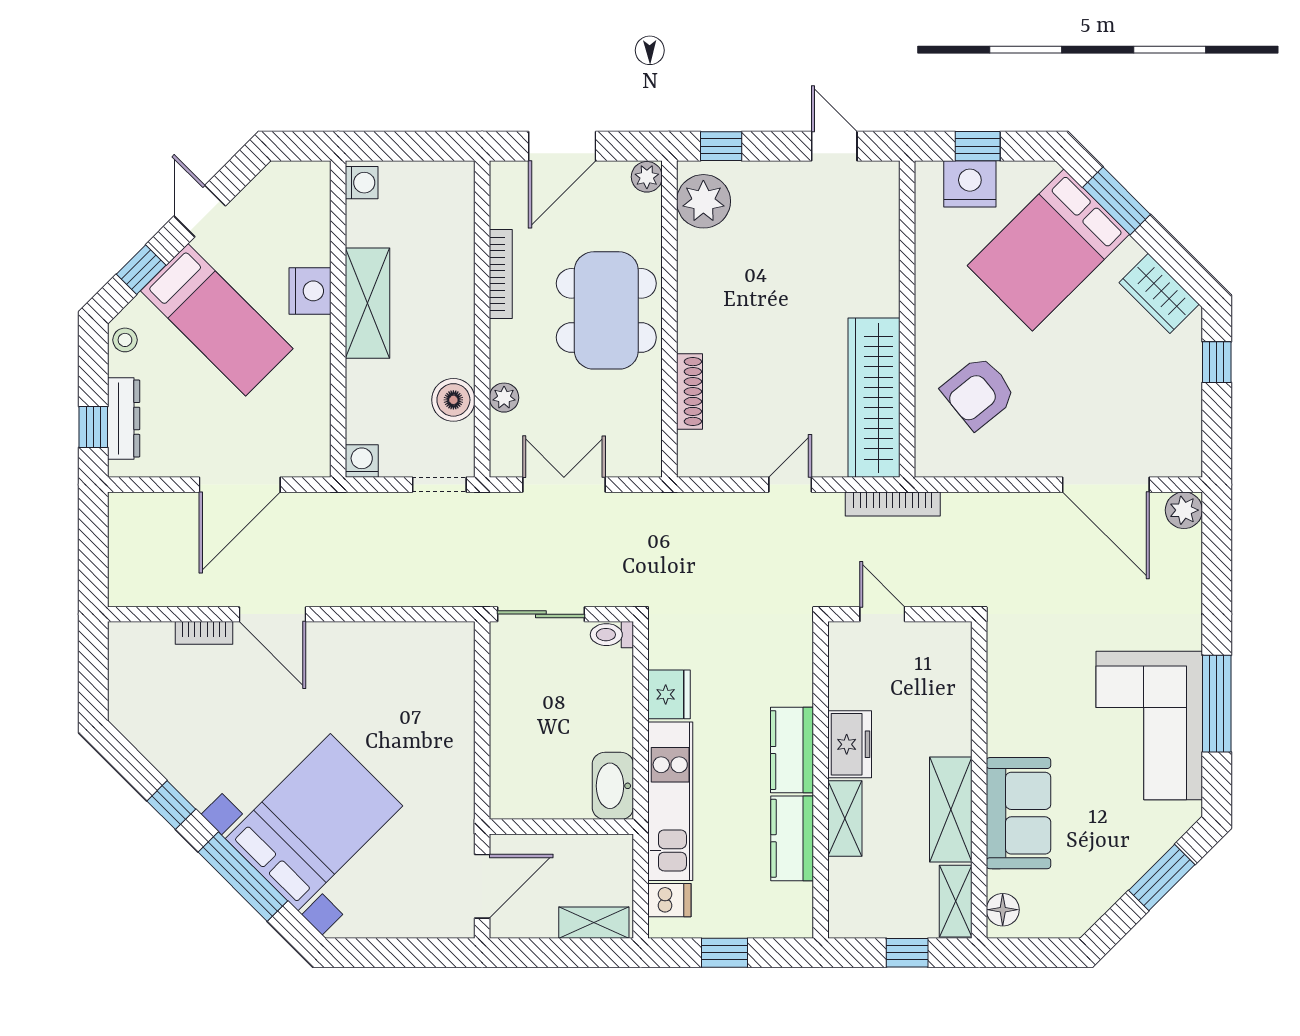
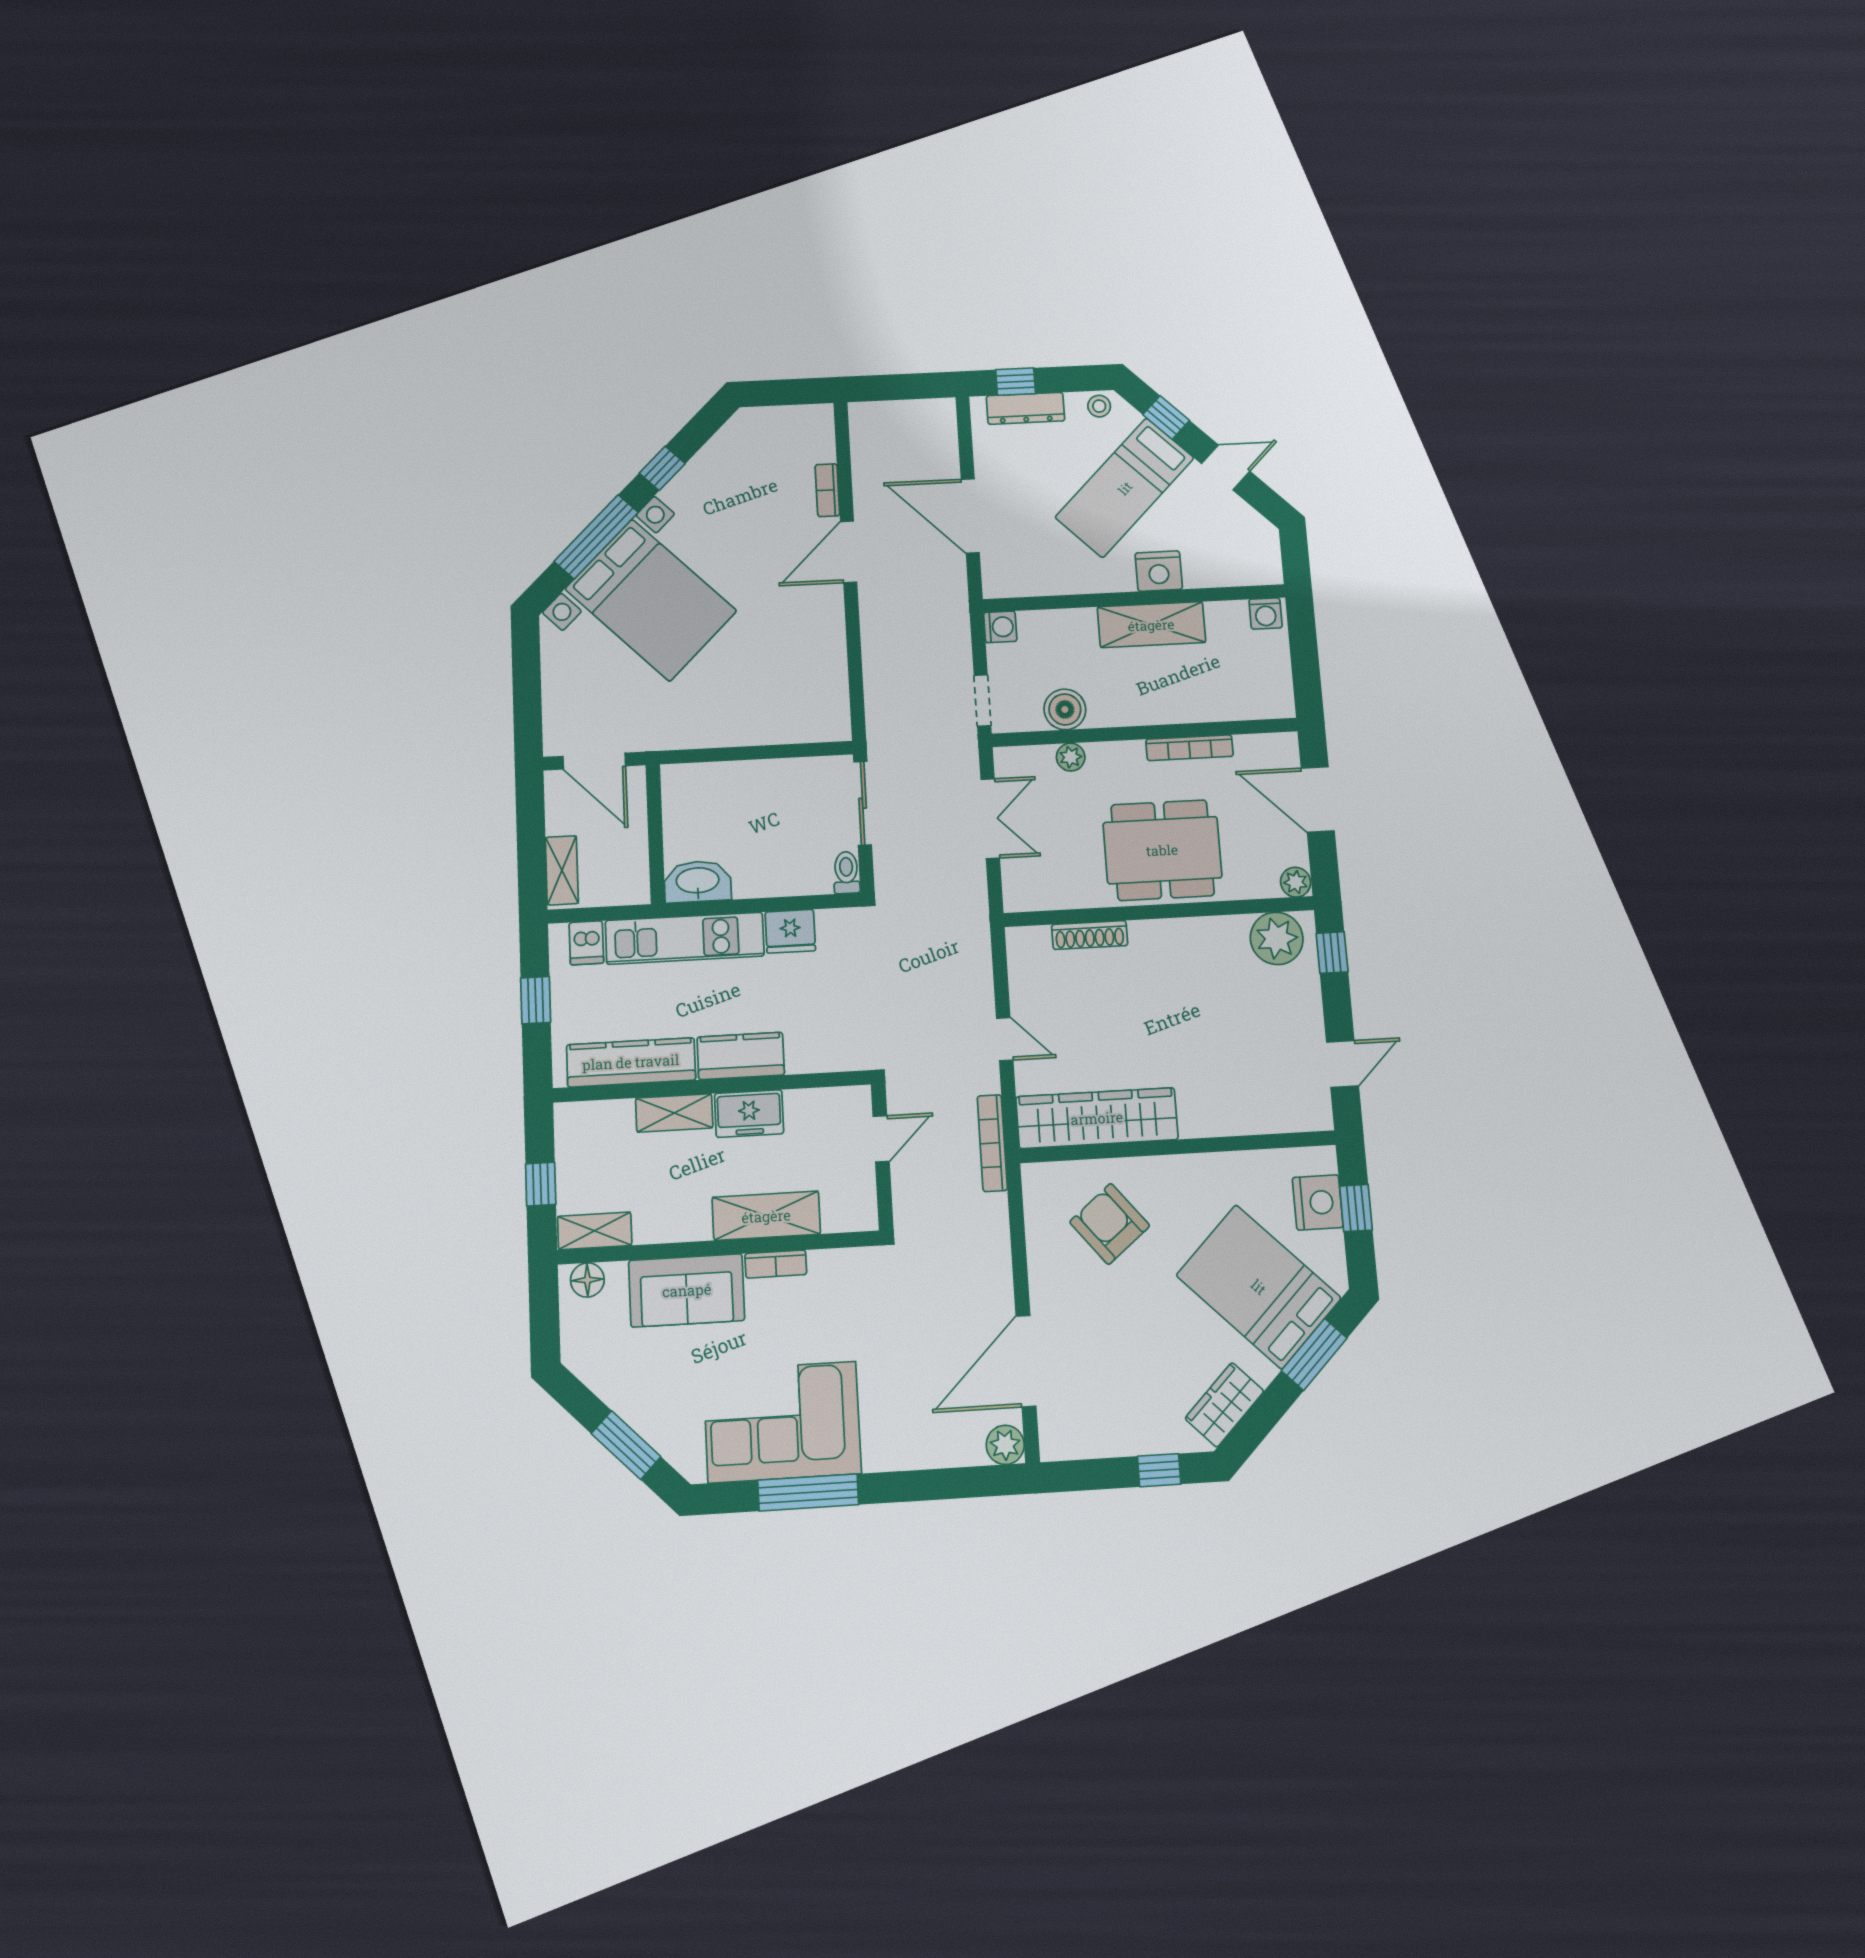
bookcase: (998, 725) -> (776, 1264), added
shelving: (951, 810) -> (766, 1216), moved
kitchen counter: (792, 838) -> (631, 1062), width x1.50

